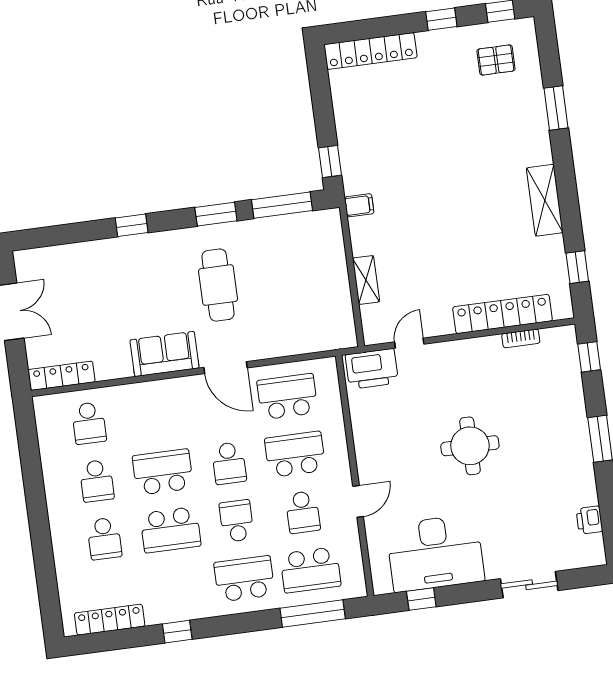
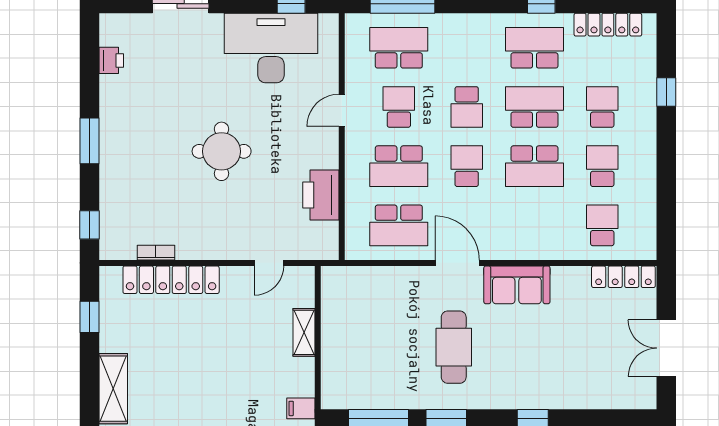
printer: (372, 369) -> (321, 195), moved, turned -90
window: (44, 562) -> (666, 92), added
school desk: (244, 579) -> (534, 48), moved, turned 180

